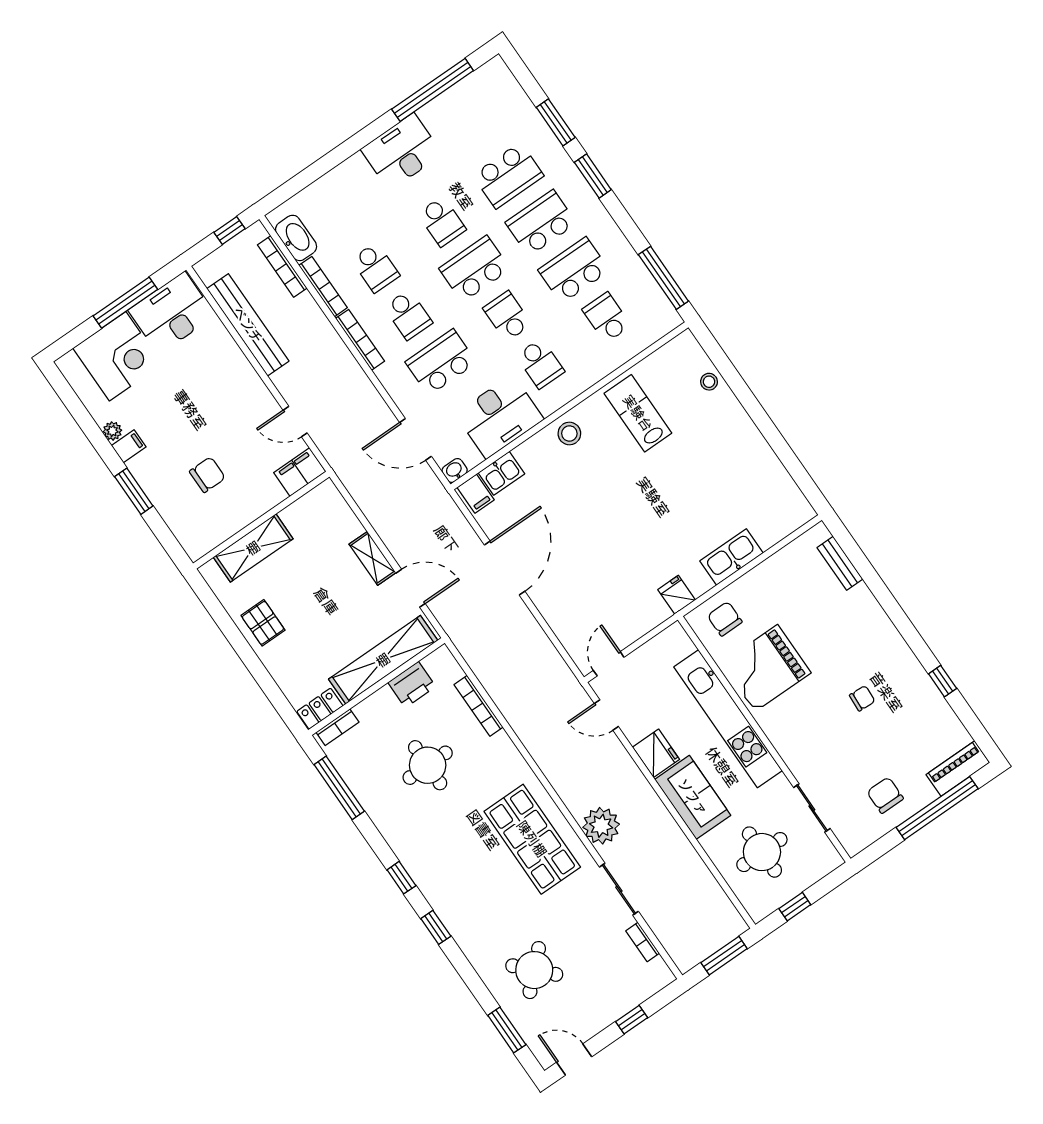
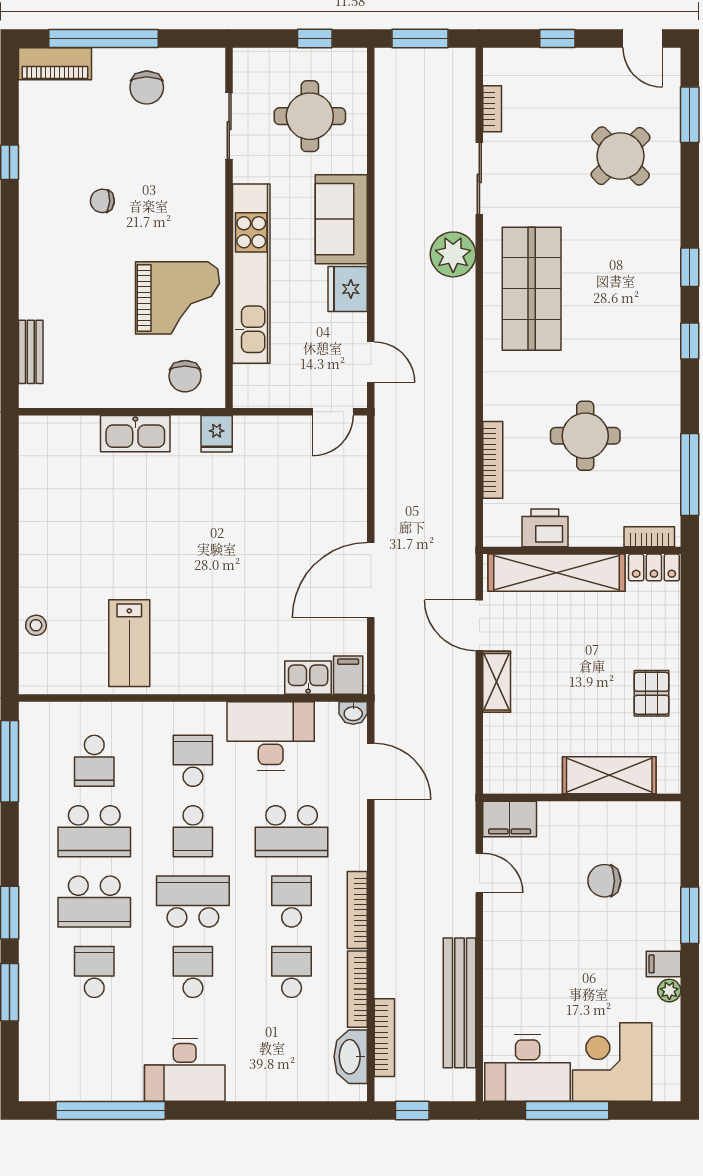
school desk: (508, 176) -> (94, 972), width x0.54
school desk: (475, 269) -> (193, 902), turned 180
stool: (569, 433) -> (212, 670), removed

